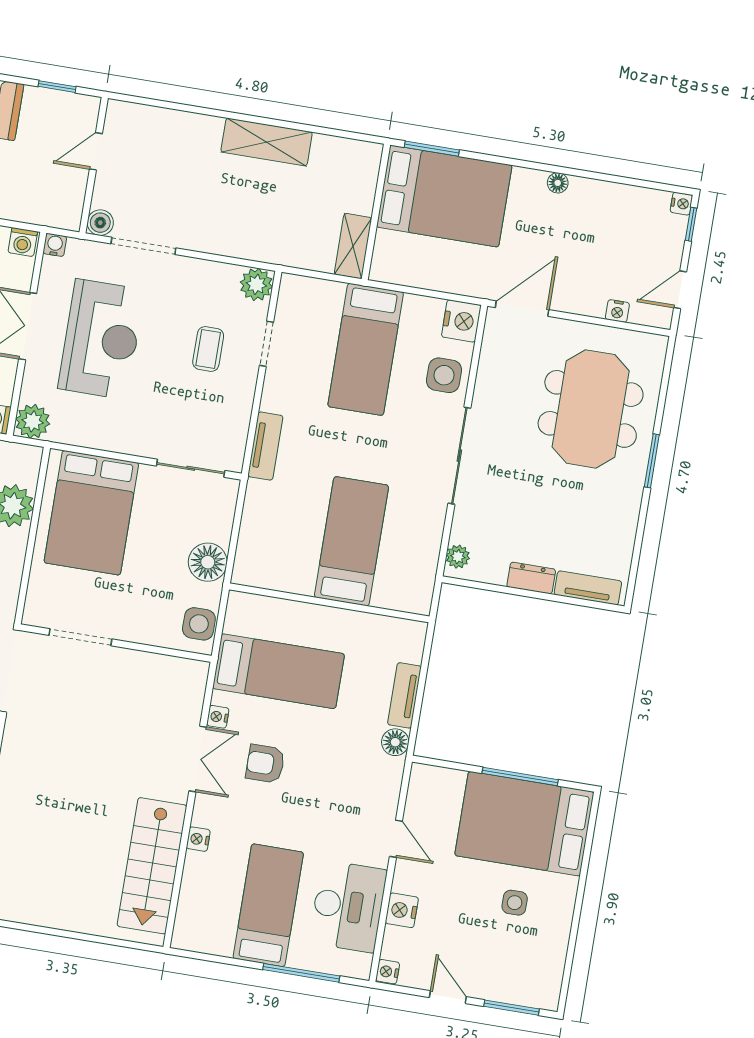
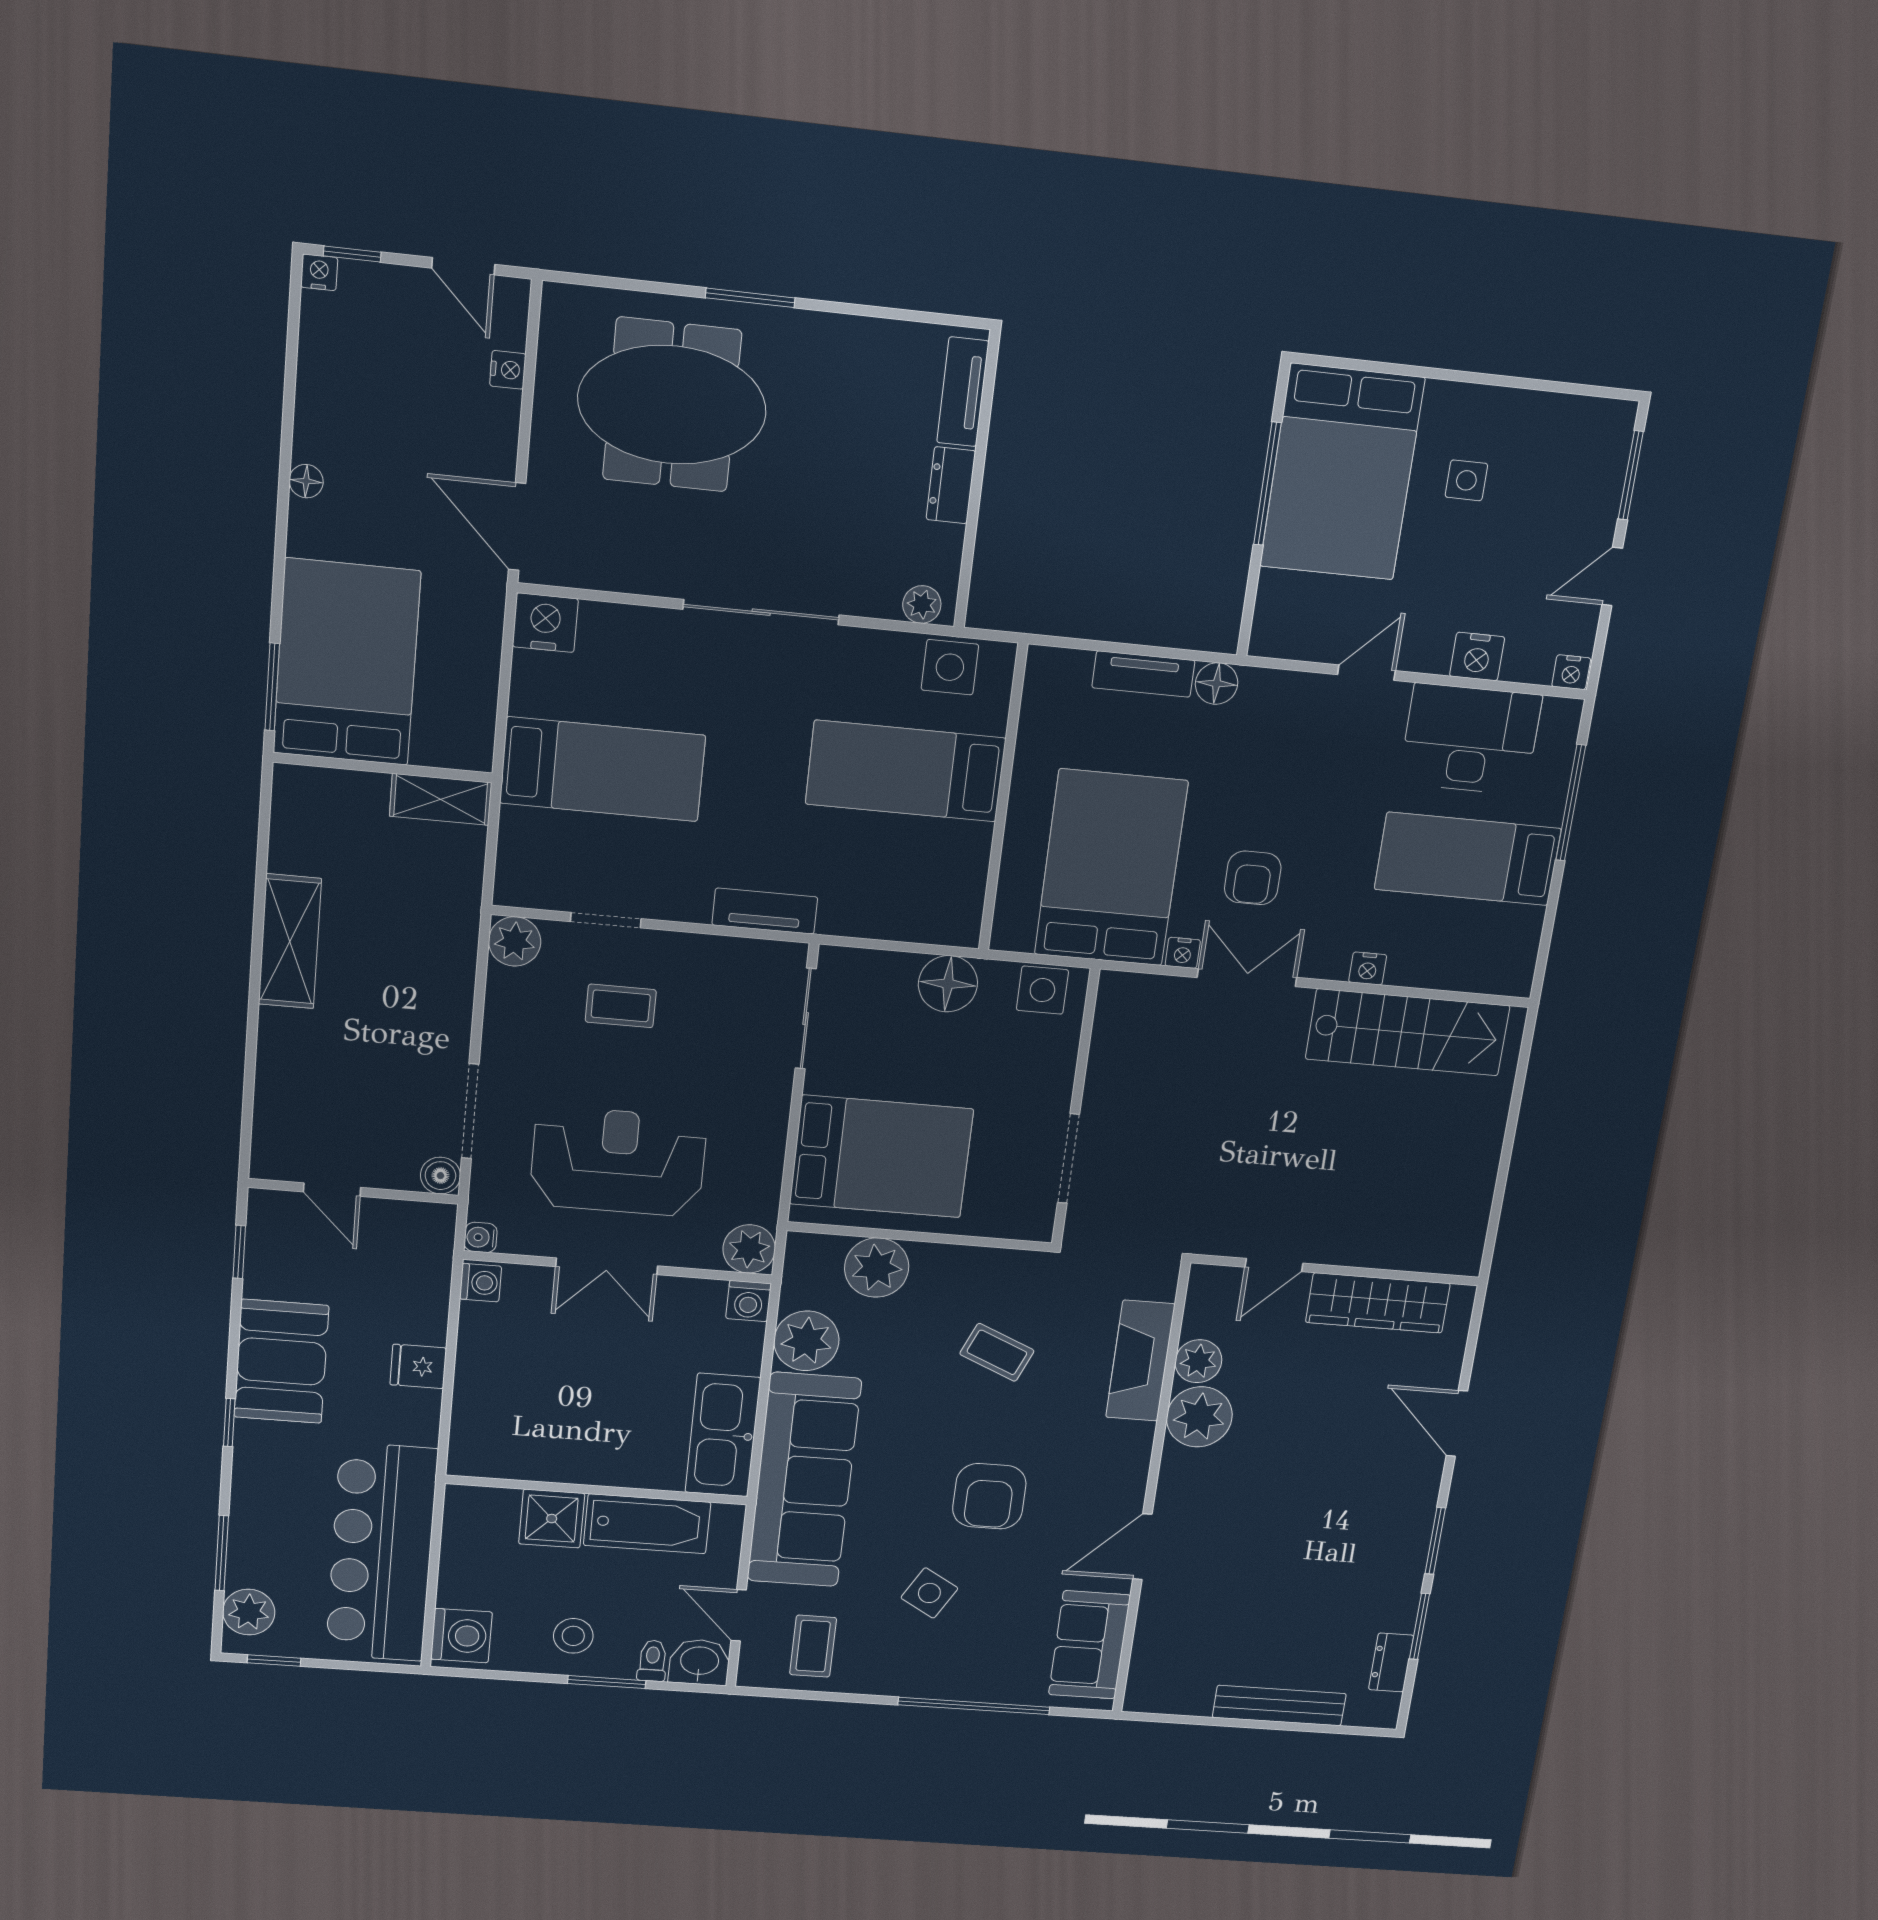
side table: (444, 375) -> (950, 667), moved
bed: (278, 671) -> (1111, 868), width x1.50

